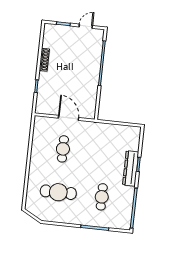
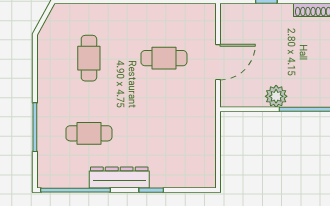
plant: (92, 86) -> (276, 96), added
dresser: (131, 168) -> (119, 178), moved
cafe table: (58, 192) -> (89, 58), width x0.73, depth x0.74

